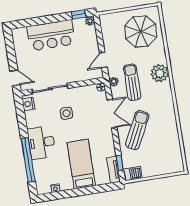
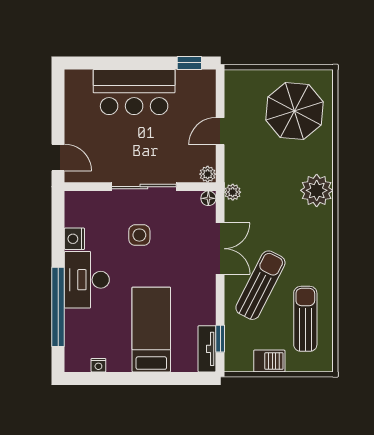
plant: (90, 21) -> (208, 174), moved
door: (103, 60) -> (220, 131), moved
sun lounger: (132, 82) -> (305, 319), moved
sliding door: (50, 89) -> (144, 187), moved
nightstand: (28, 104) -> (74, 239), moved
barbecue: (133, 174) -> (269, 361), moved

